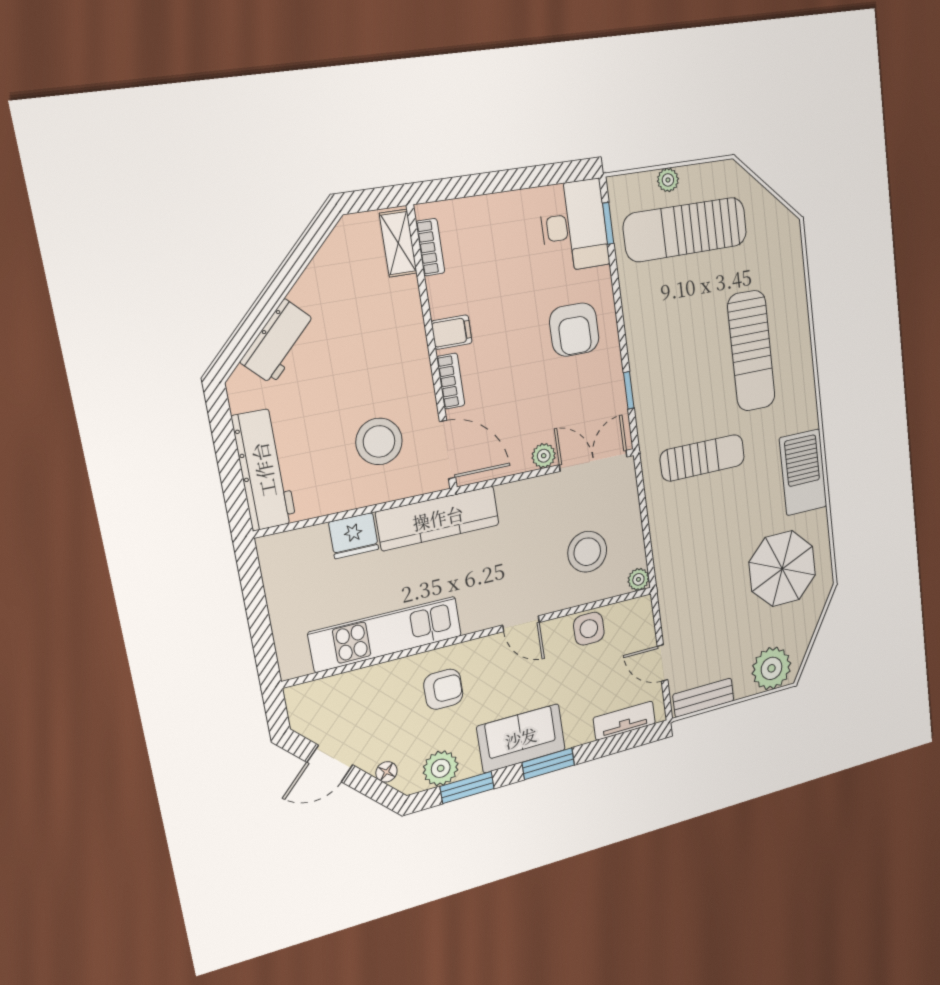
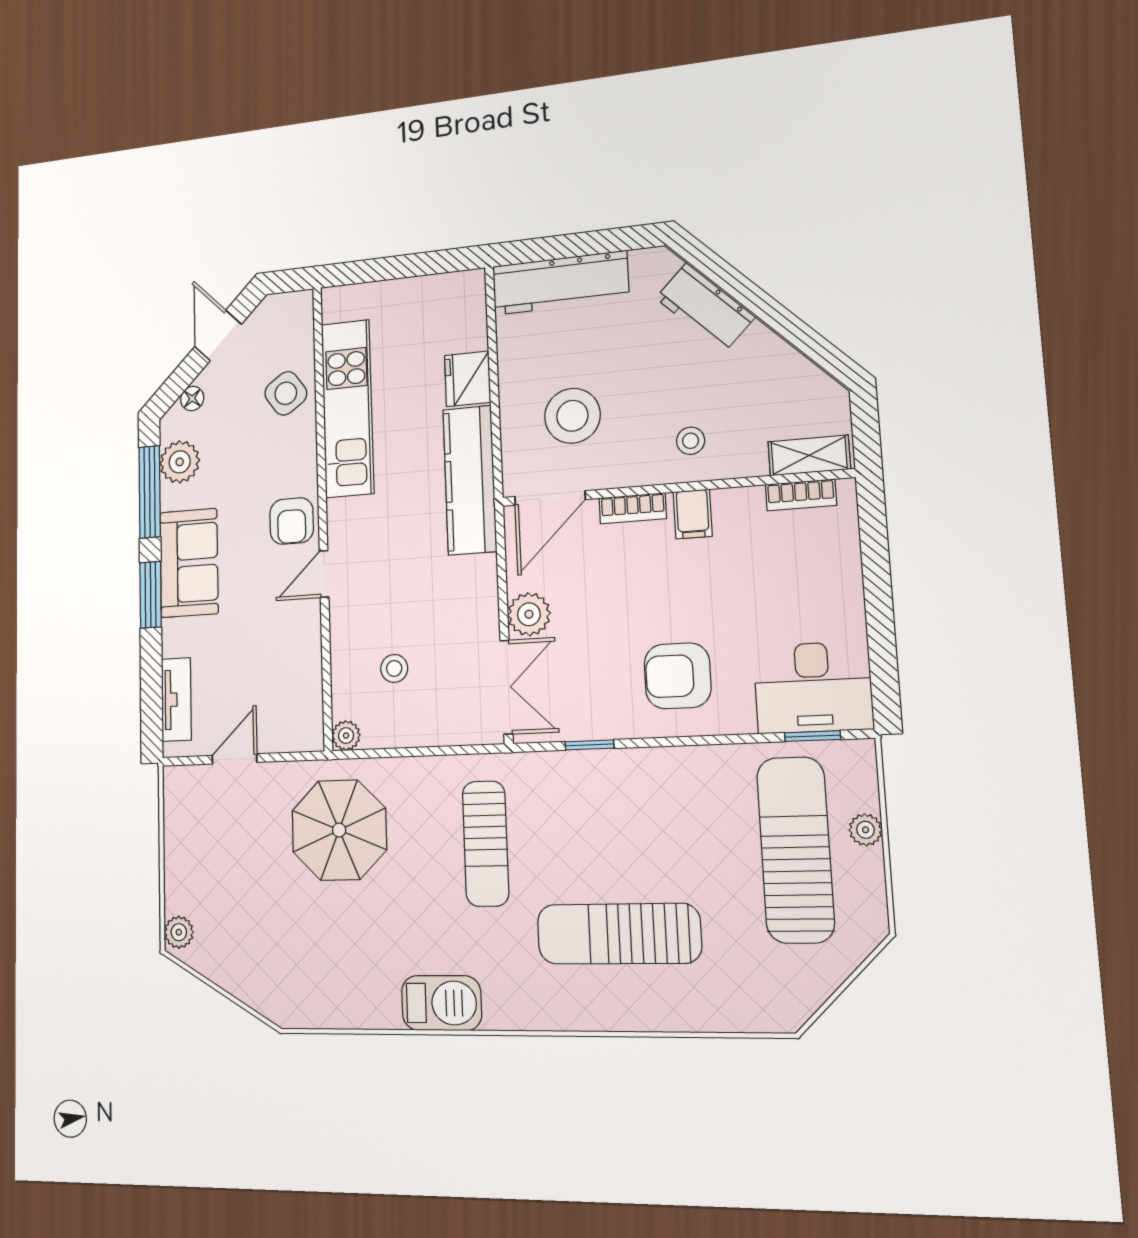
stool: (393, 341) -> (691, 441), added
plant: (544, 456) -> (529, 614), width x1.38, depth x1.38
barbecue: (803, 472) -> (441, 1003), width x0.73, depth x0.83
stool: (587, 552) -> (394, 668), width x0.53, depth x0.53
parasol: (782, 569) -> (339, 830), moved
side table: (589, 629) -> (286, 393), moved, turned -35
plant: (772, 668) -> (179, 932), width x0.53, depth x0.53
armchair: (443, 689) -> (292, 521), moved
bench: (703, 698) -> (178, 813), removed
window: (467, 787) -> (150, 492), width x1.44

